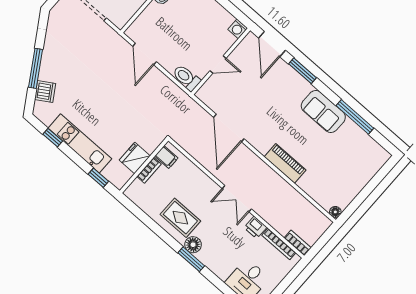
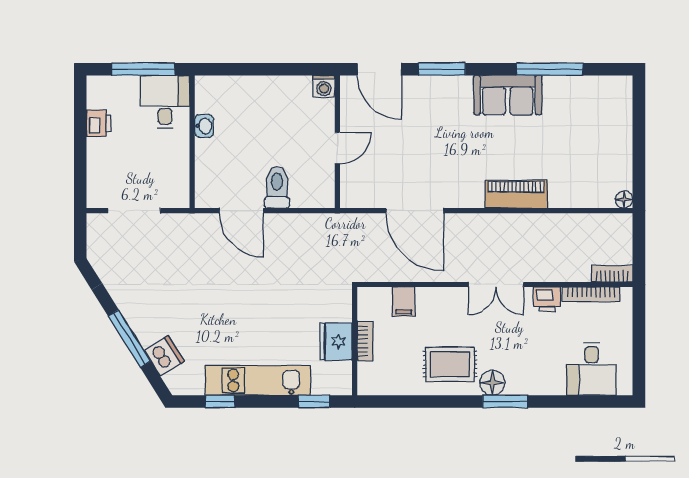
toilet: (186, 78) -> (277, 188), moved, turned 90
filing cabinet: (166, 157) -> (404, 302), moved, turned 90

